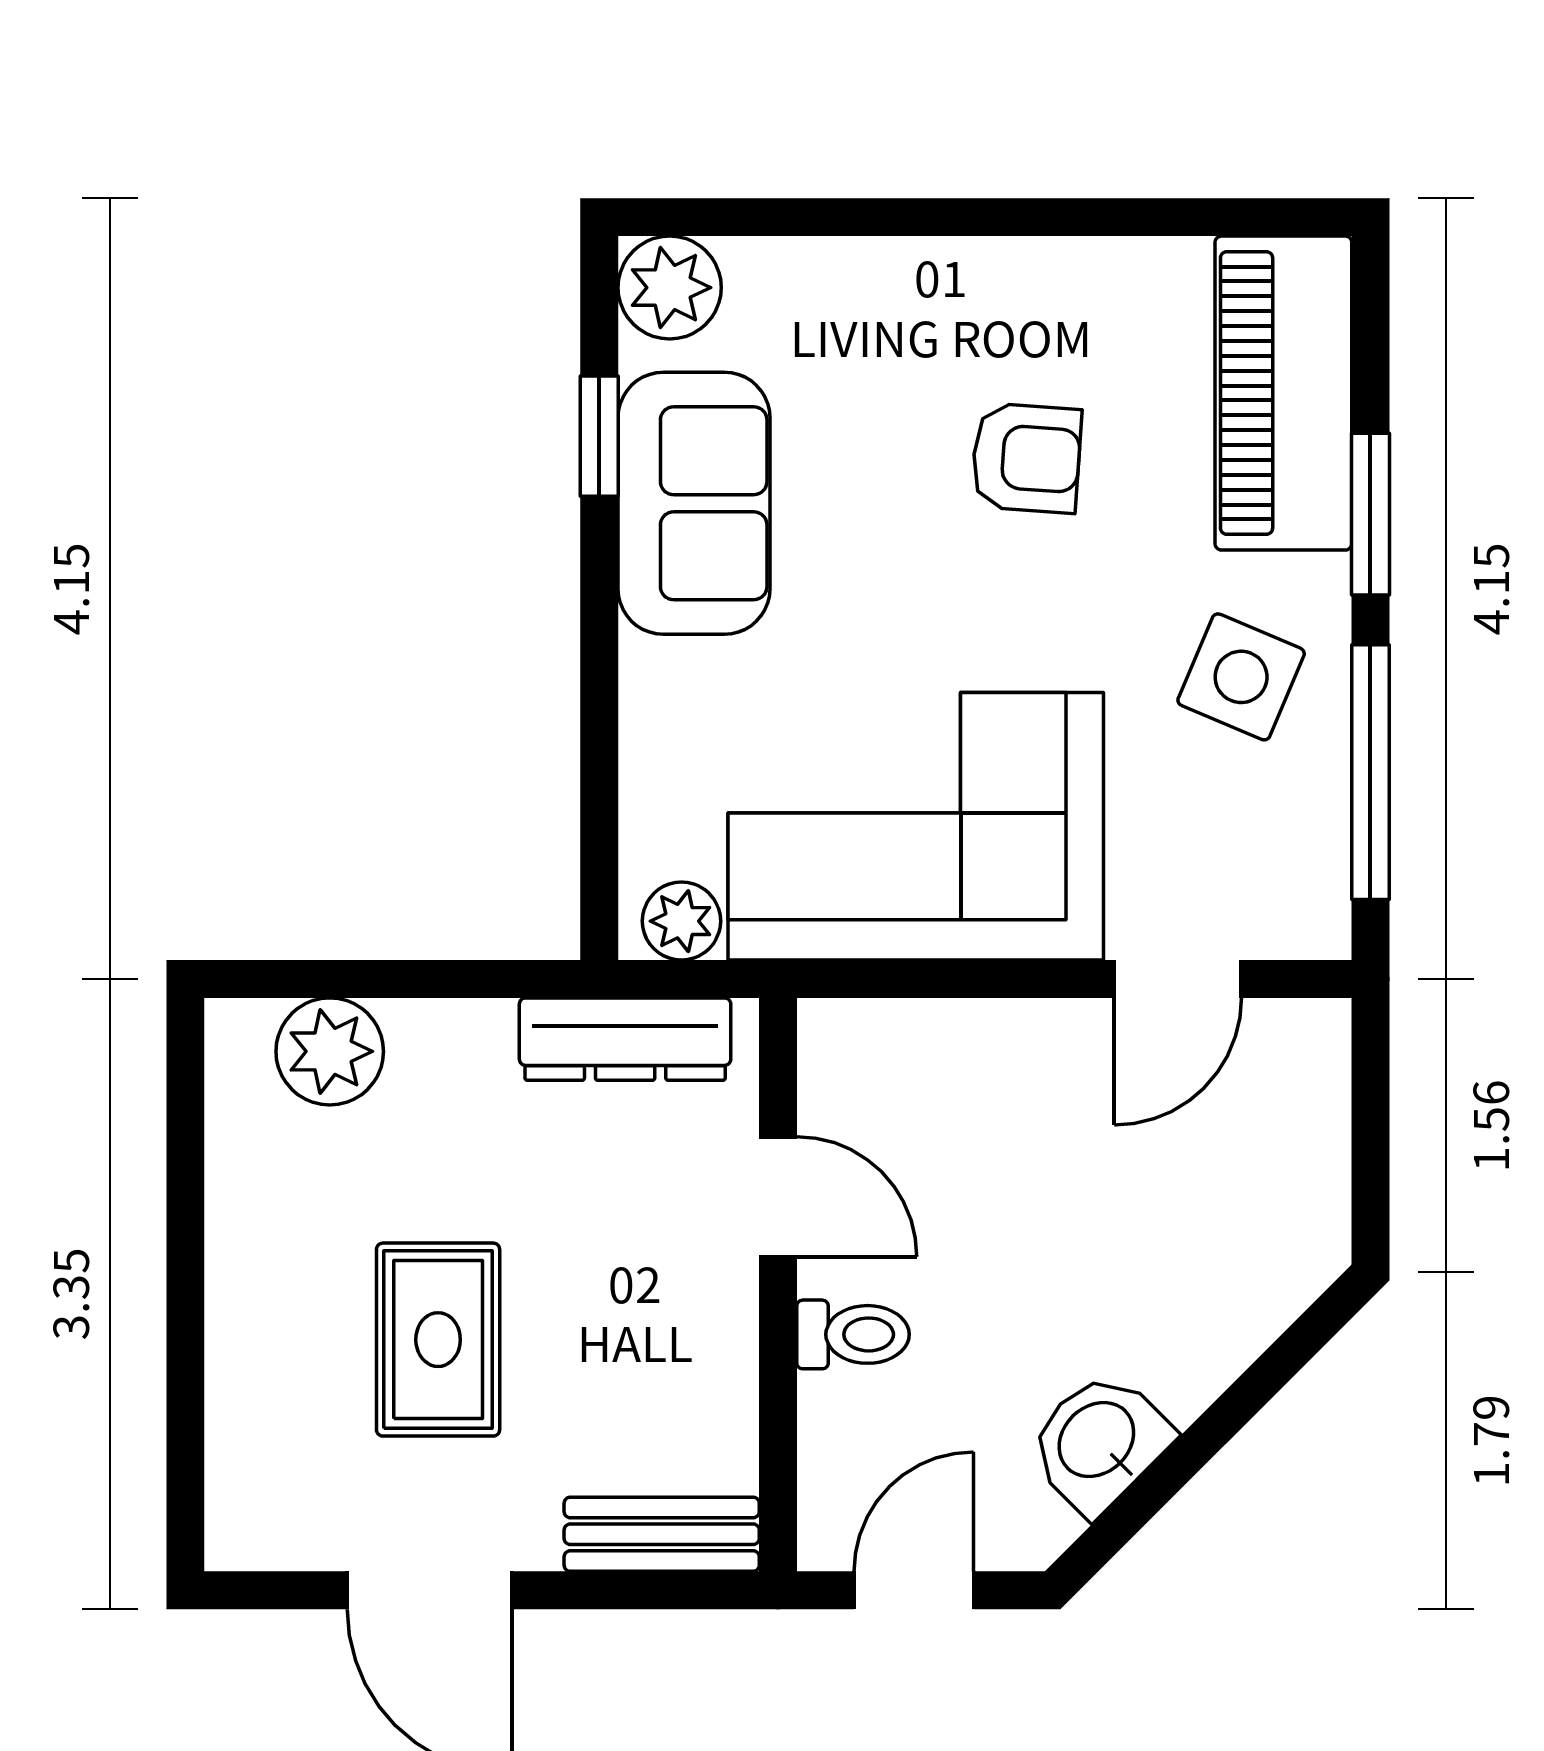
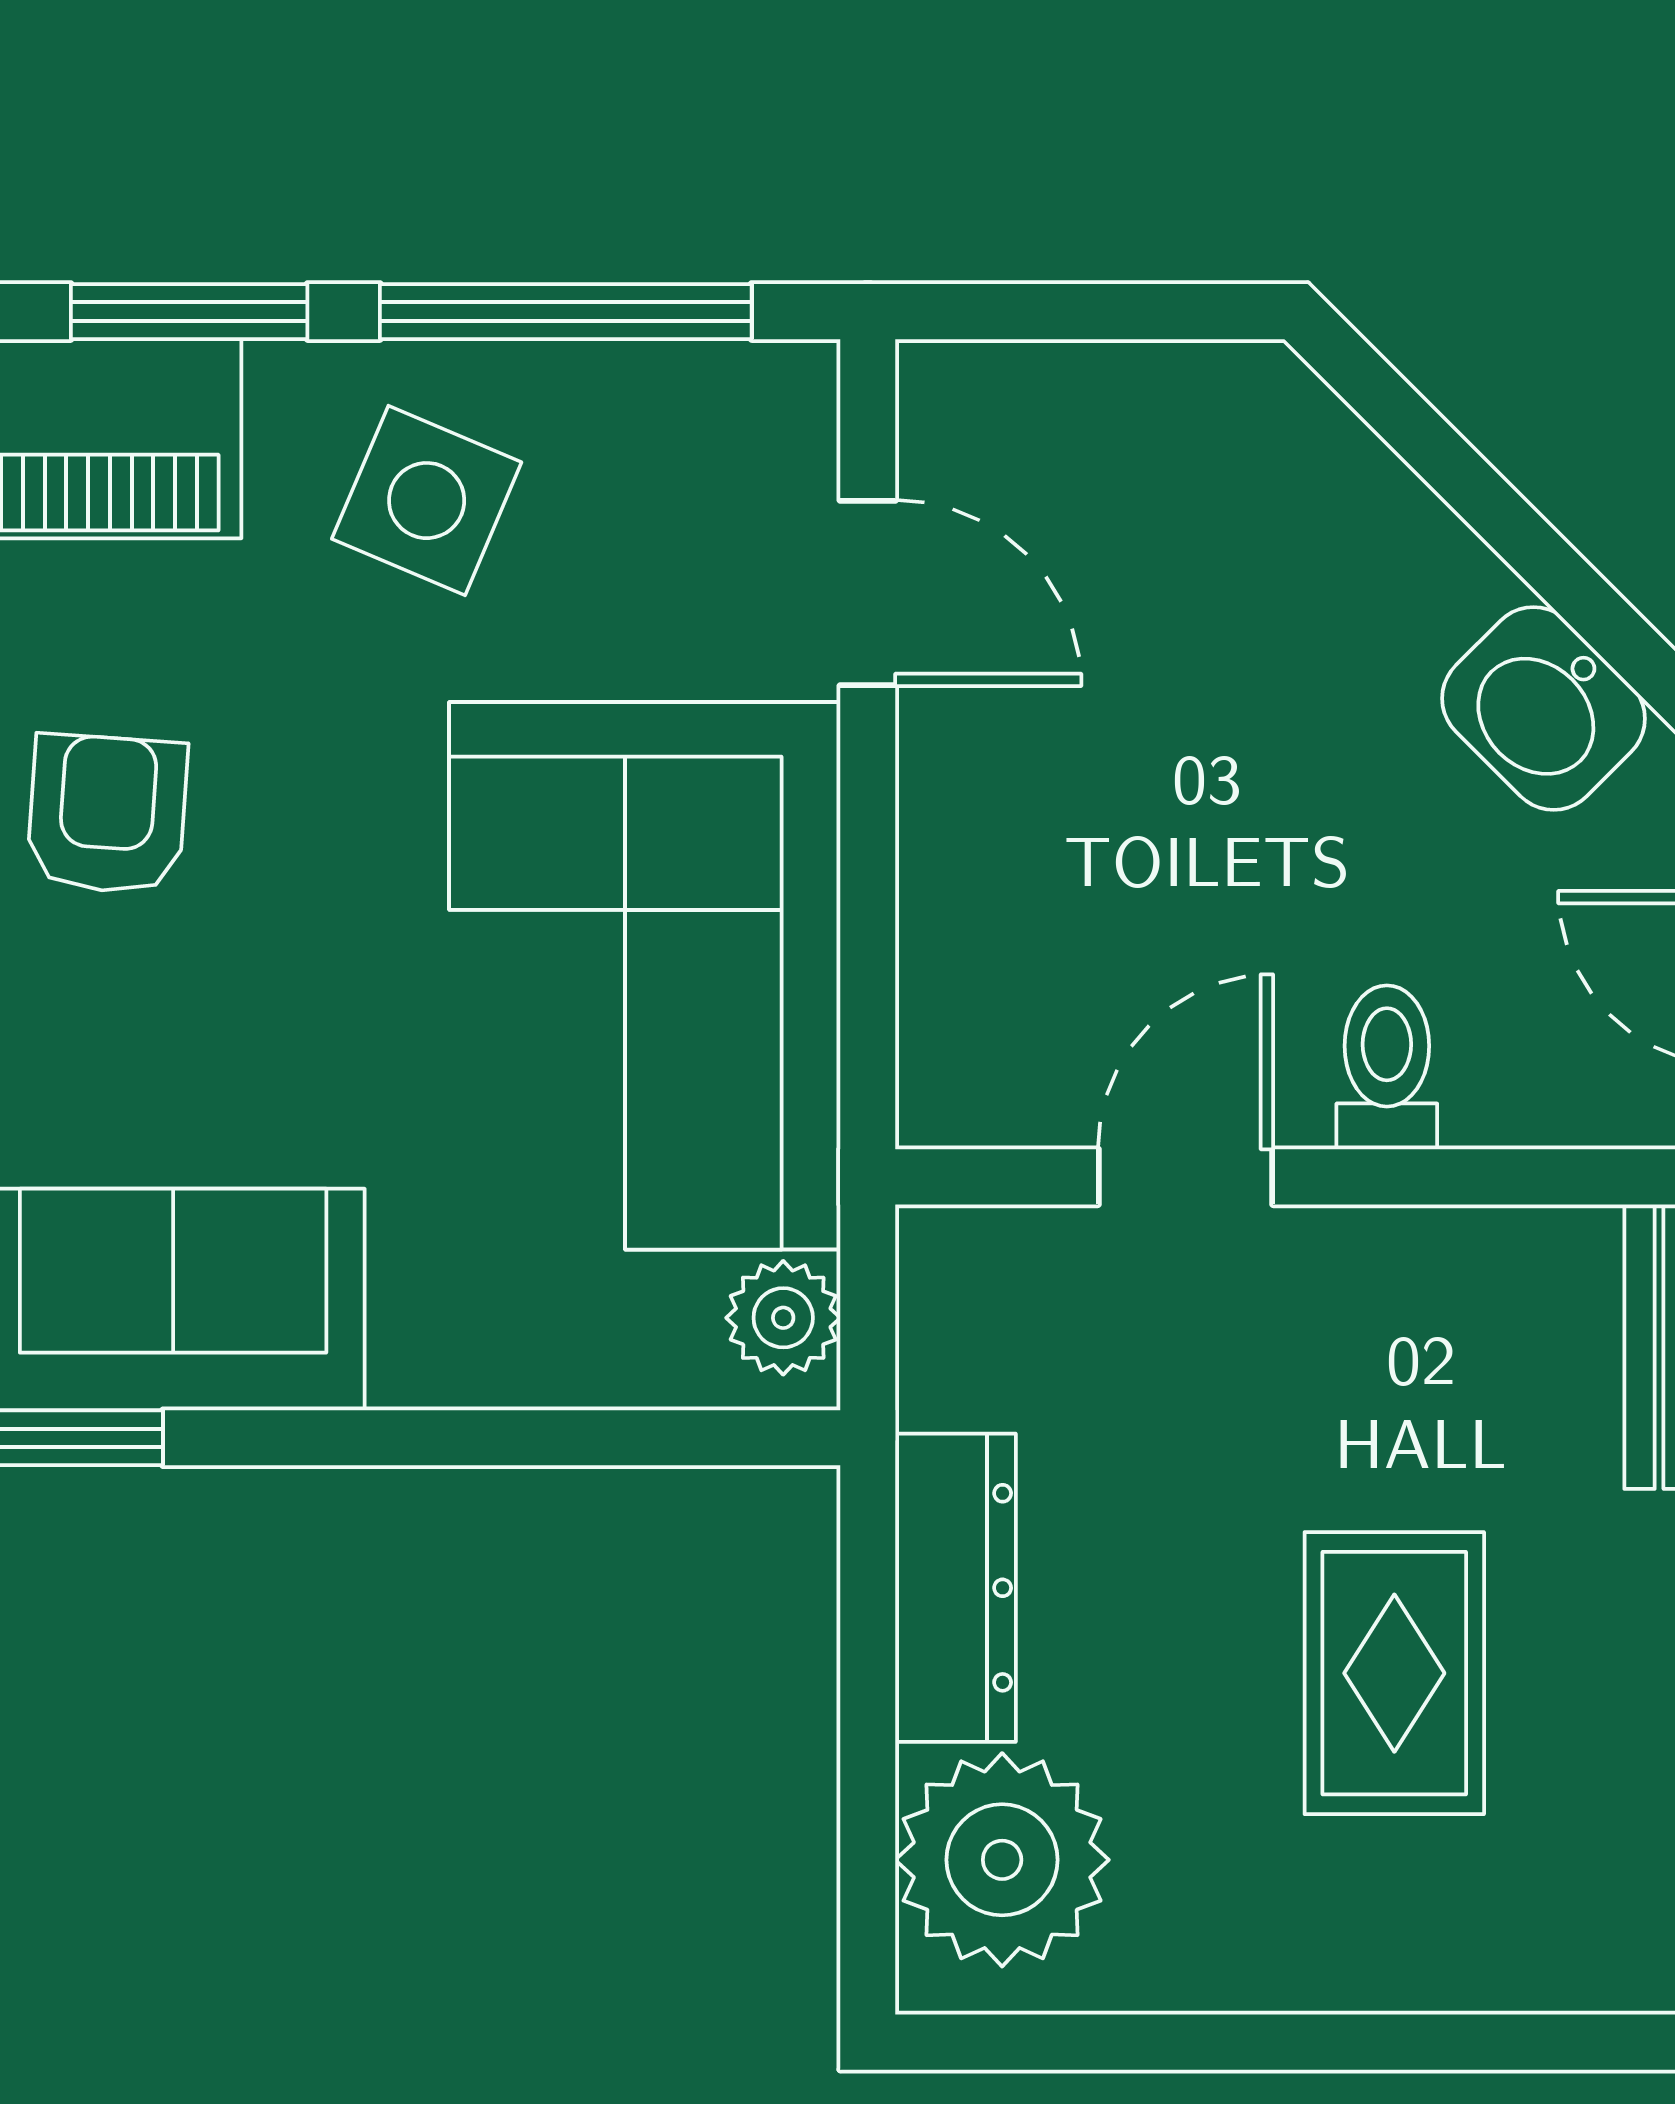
dresser: (625, 1039) -> (956, 1588), moved
plant: (330, 1051) -> (1002, 1860), width x1.36, depth x1.36
rug: (438, 1340) -> (1394, 1673), turned 90

